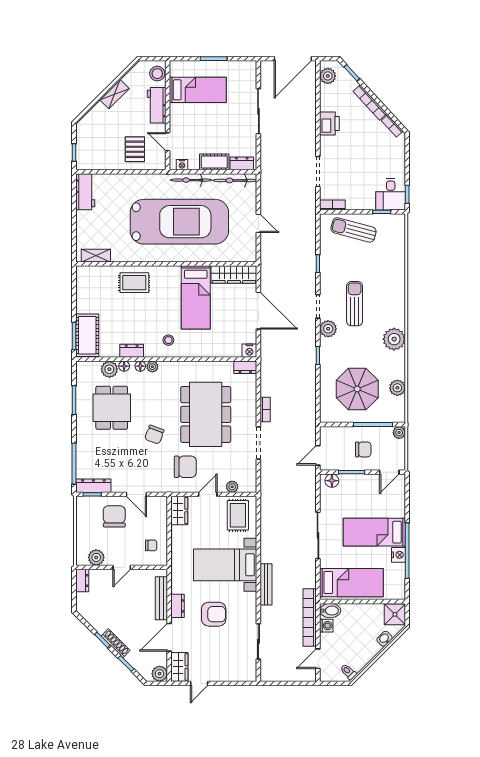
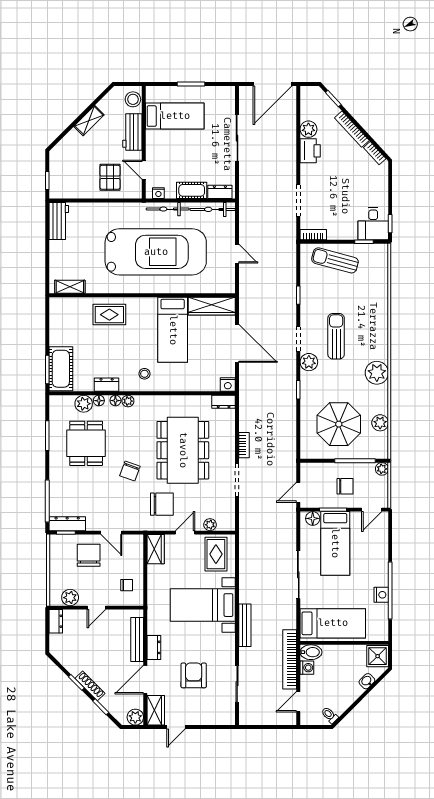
plant: (328, 76) -> (308, 129), moved
bed: (374, 532) -> (335, 543), moved, turned -90
armchair: (214, 614) -> (194, 675), moved, turned -90

